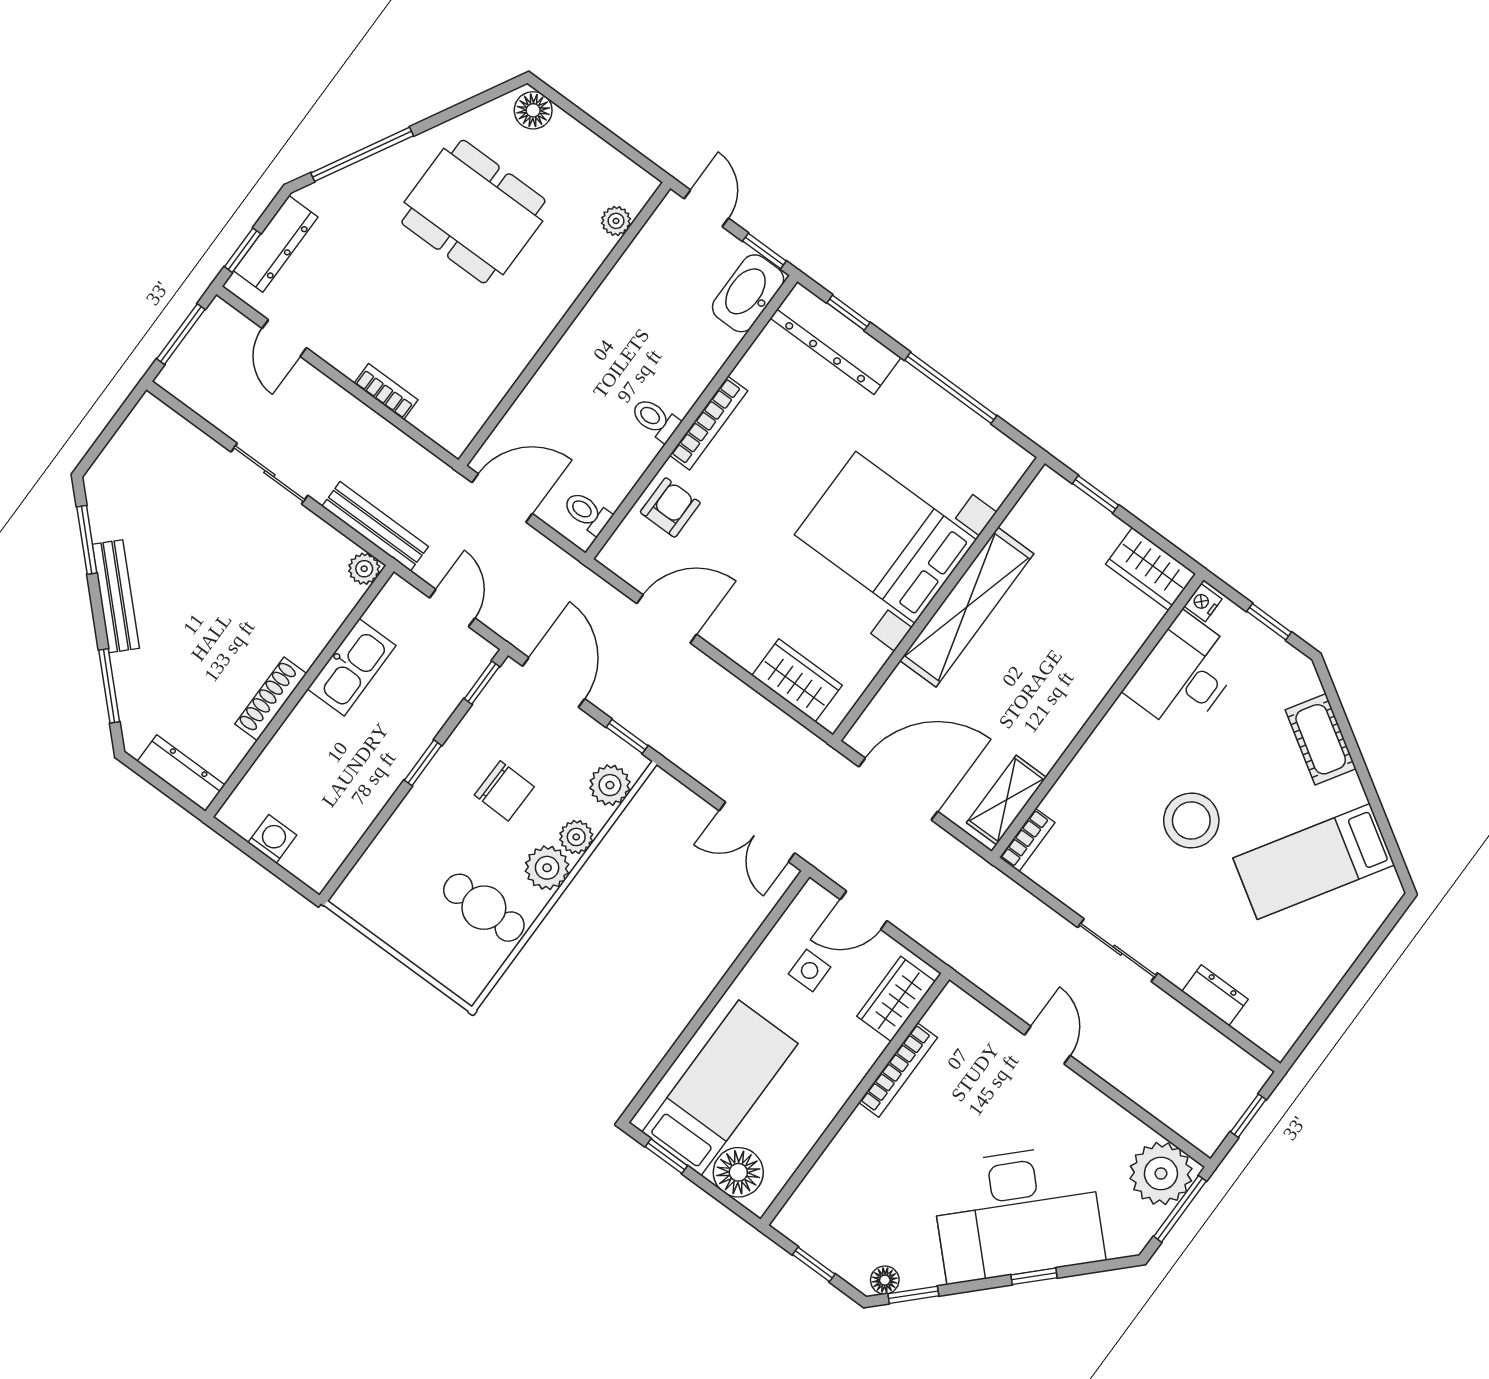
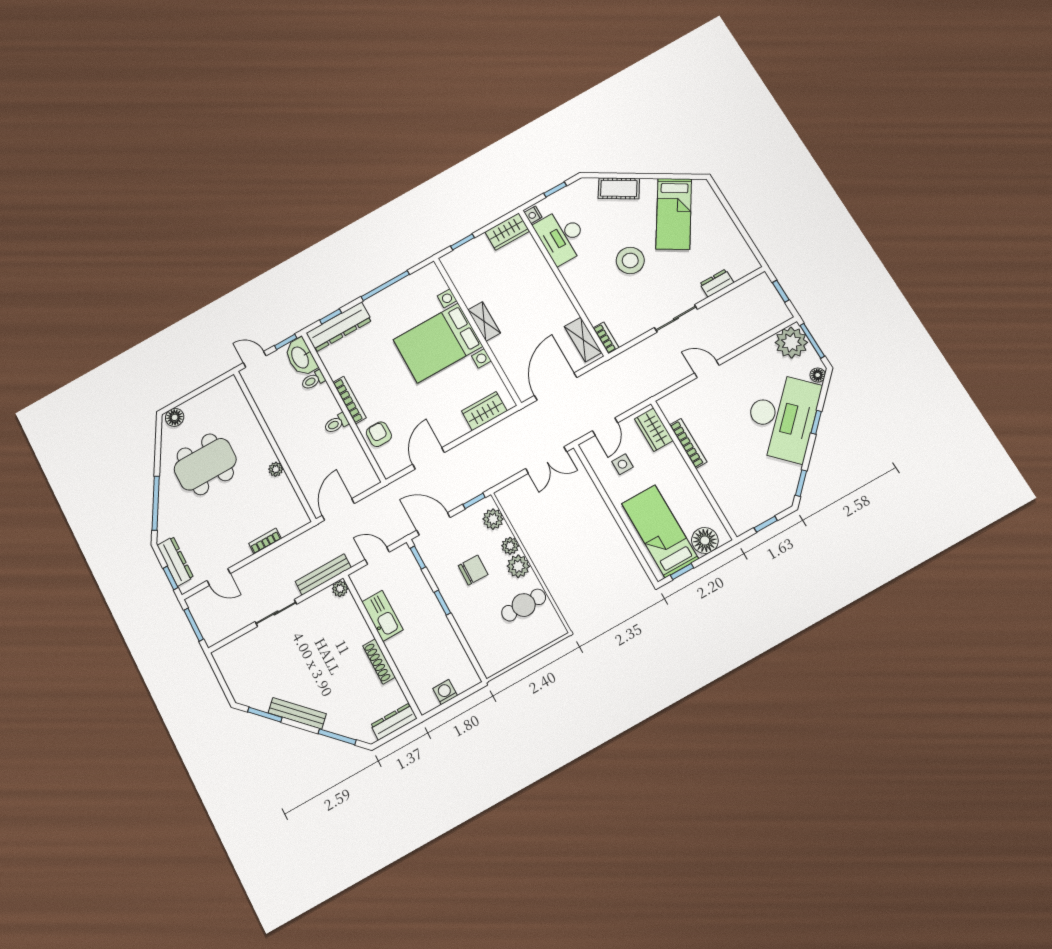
plant: (616, 221) -> (276, 469), moved
toilet: (587, 513) -> (313, 380), moved
shelving: (967, 607) -> (484, 321), width x0.45, depth x0.75
floor lamp: (885, 1280) -> (818, 375), moved

